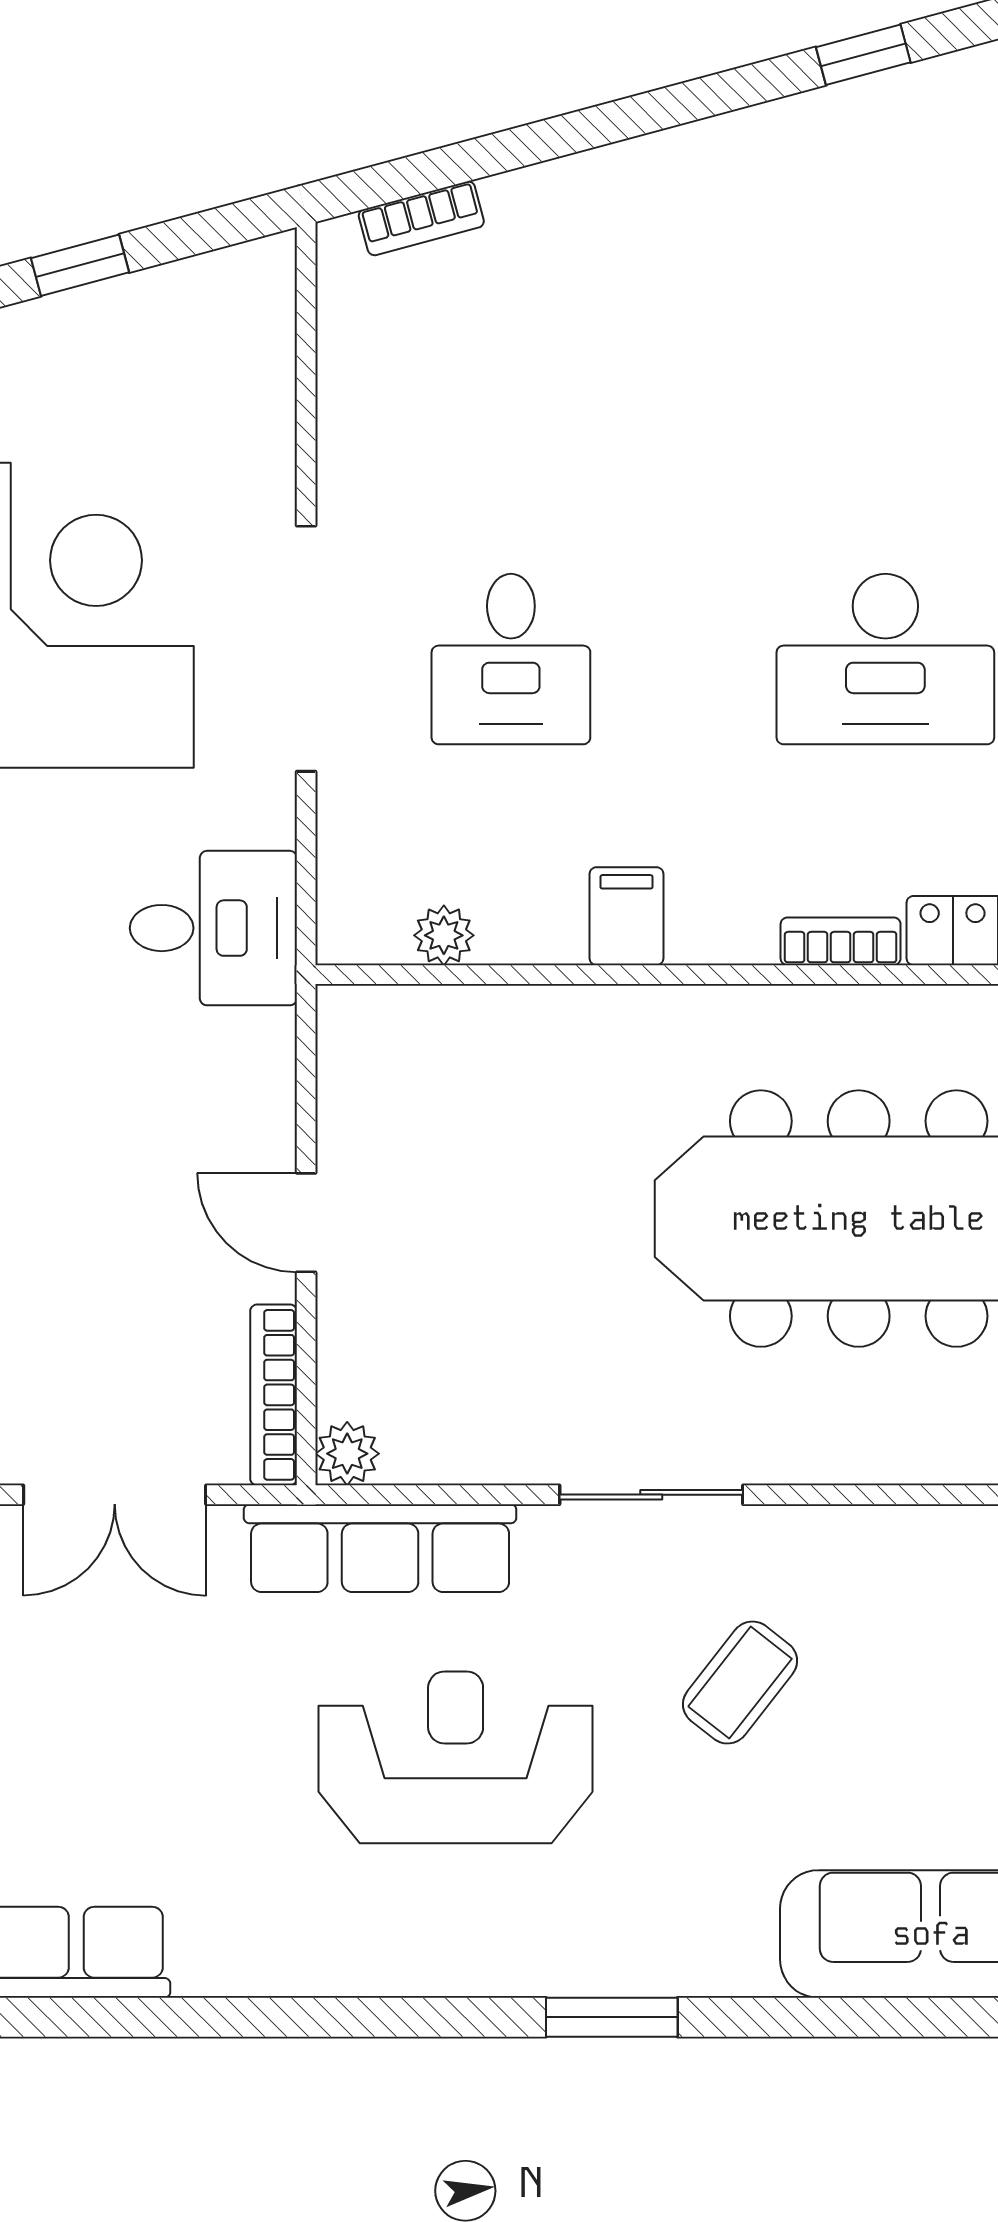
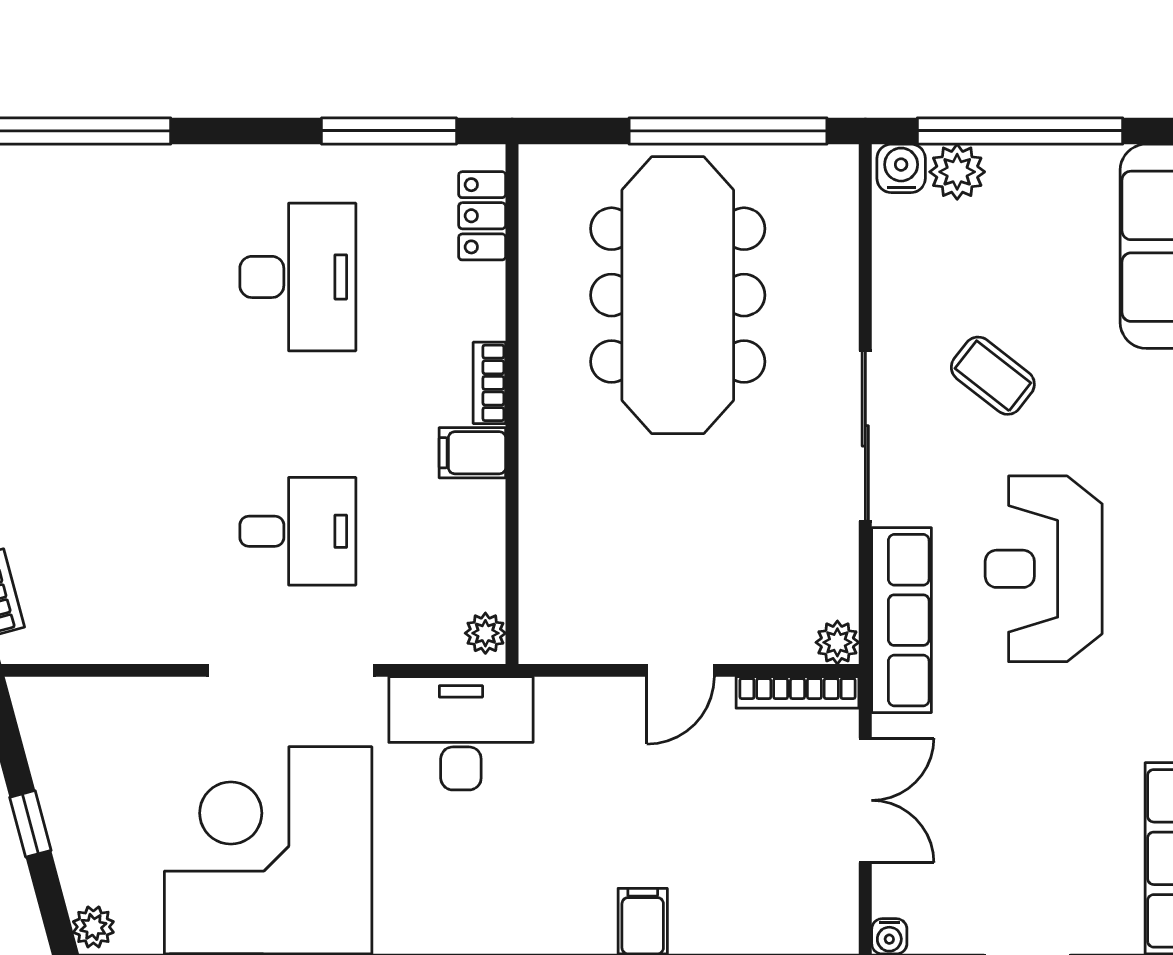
desk: (213, 928) -> (461, 733), width x1.37
plant: (444, 935) -> (485, 633), moved
bookcase: (841, 941) -> (489, 383), moved
sliding door: (651, 1495) -> (865, 436), width x1.37

